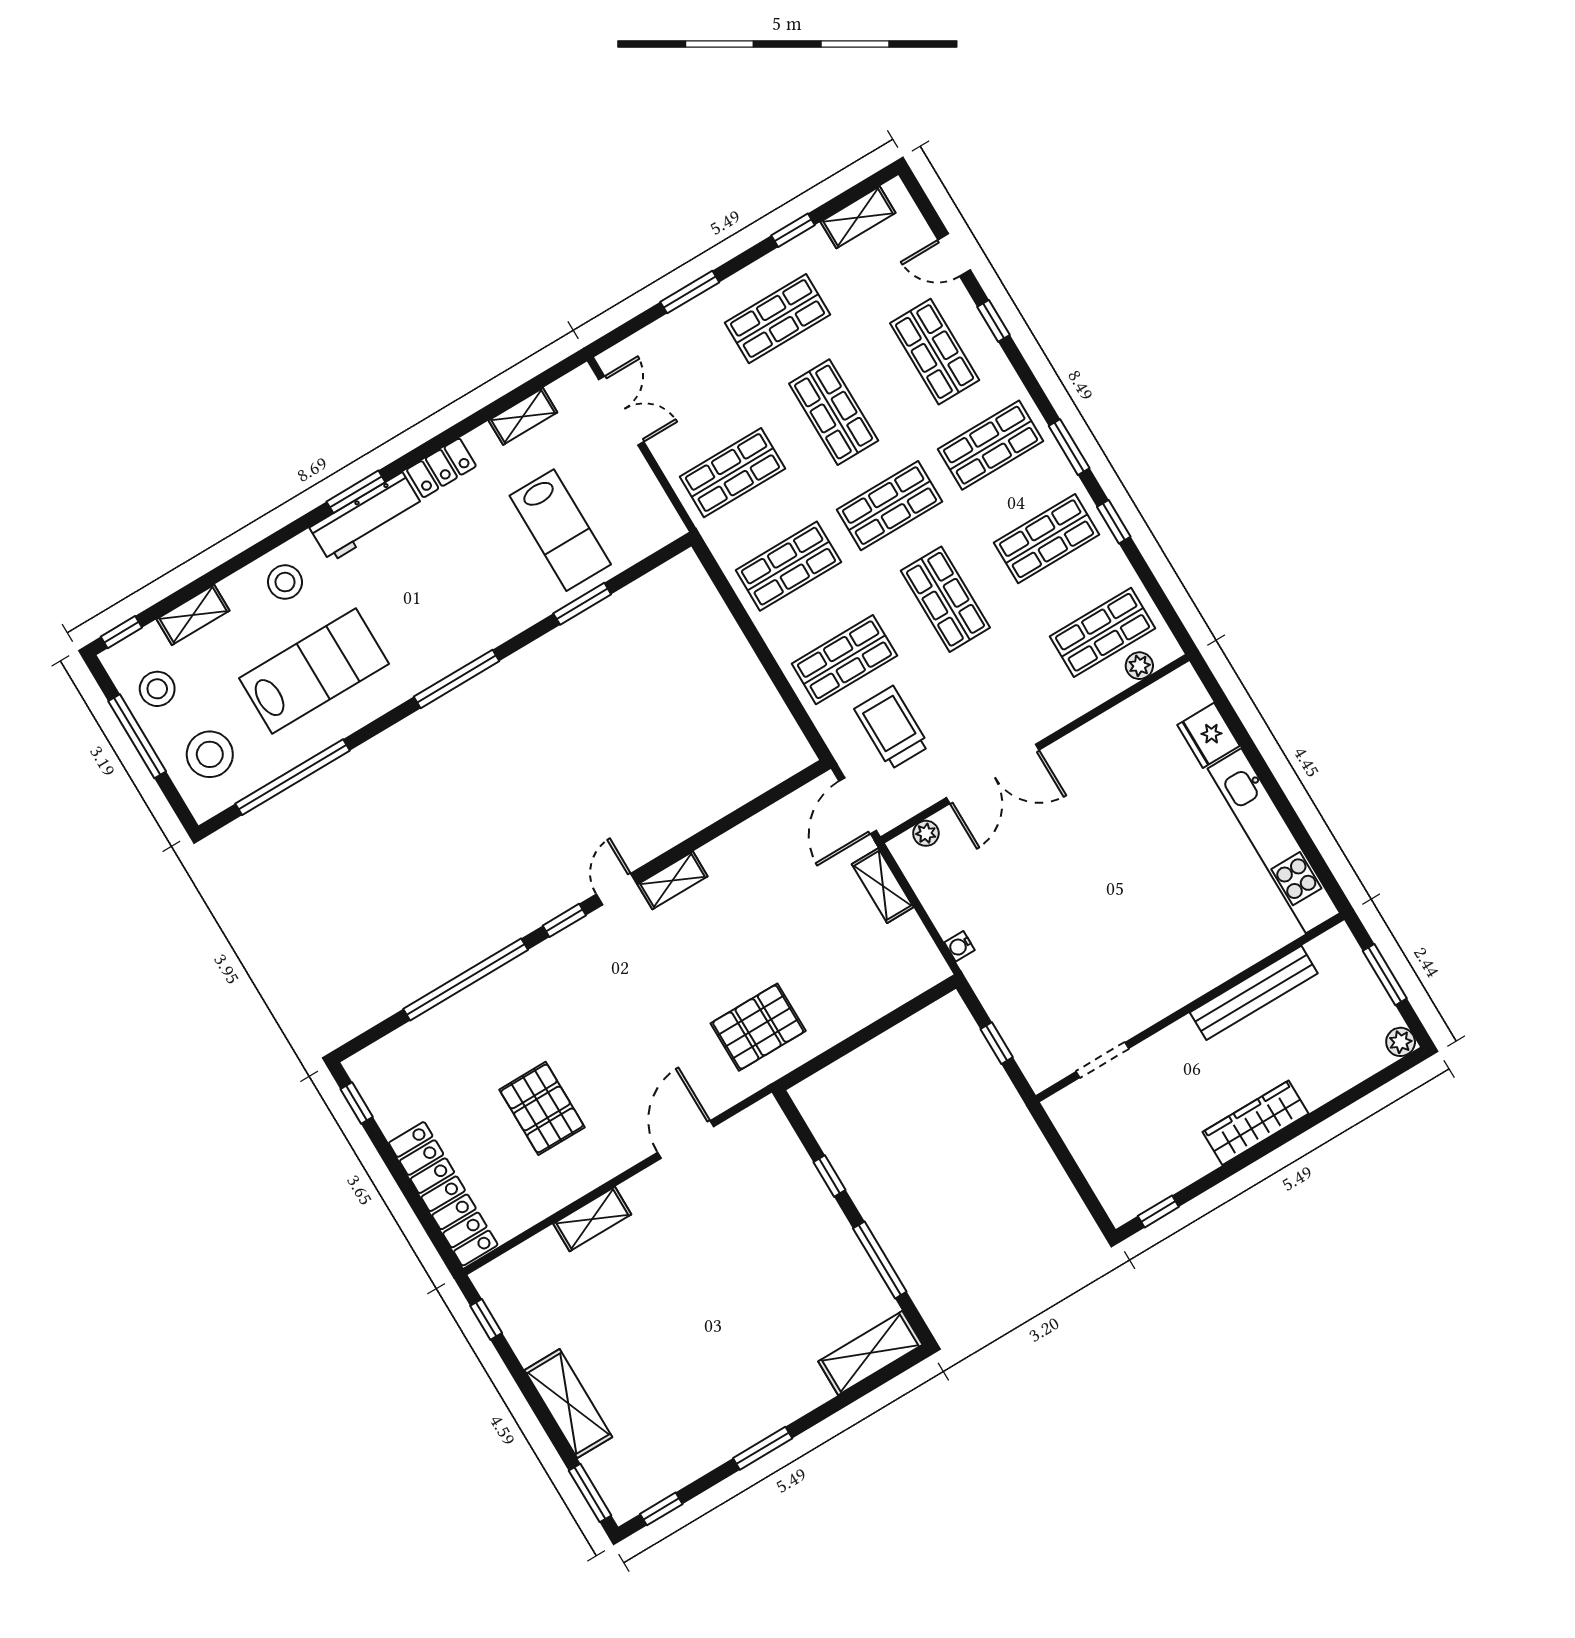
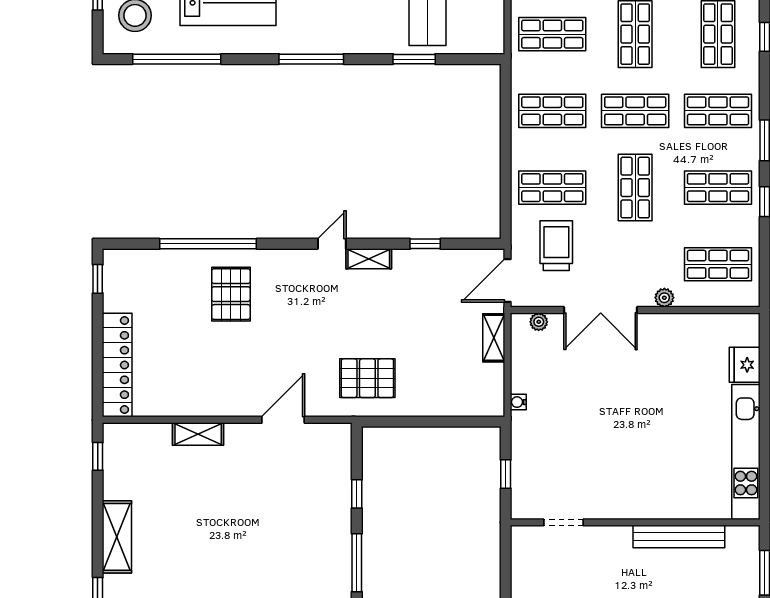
plant: (1139, 666) -> (664, 298), moved
window: (564, 920) -> (425, 244), moved
pallet: (542, 1108) -> (231, 294), moved

